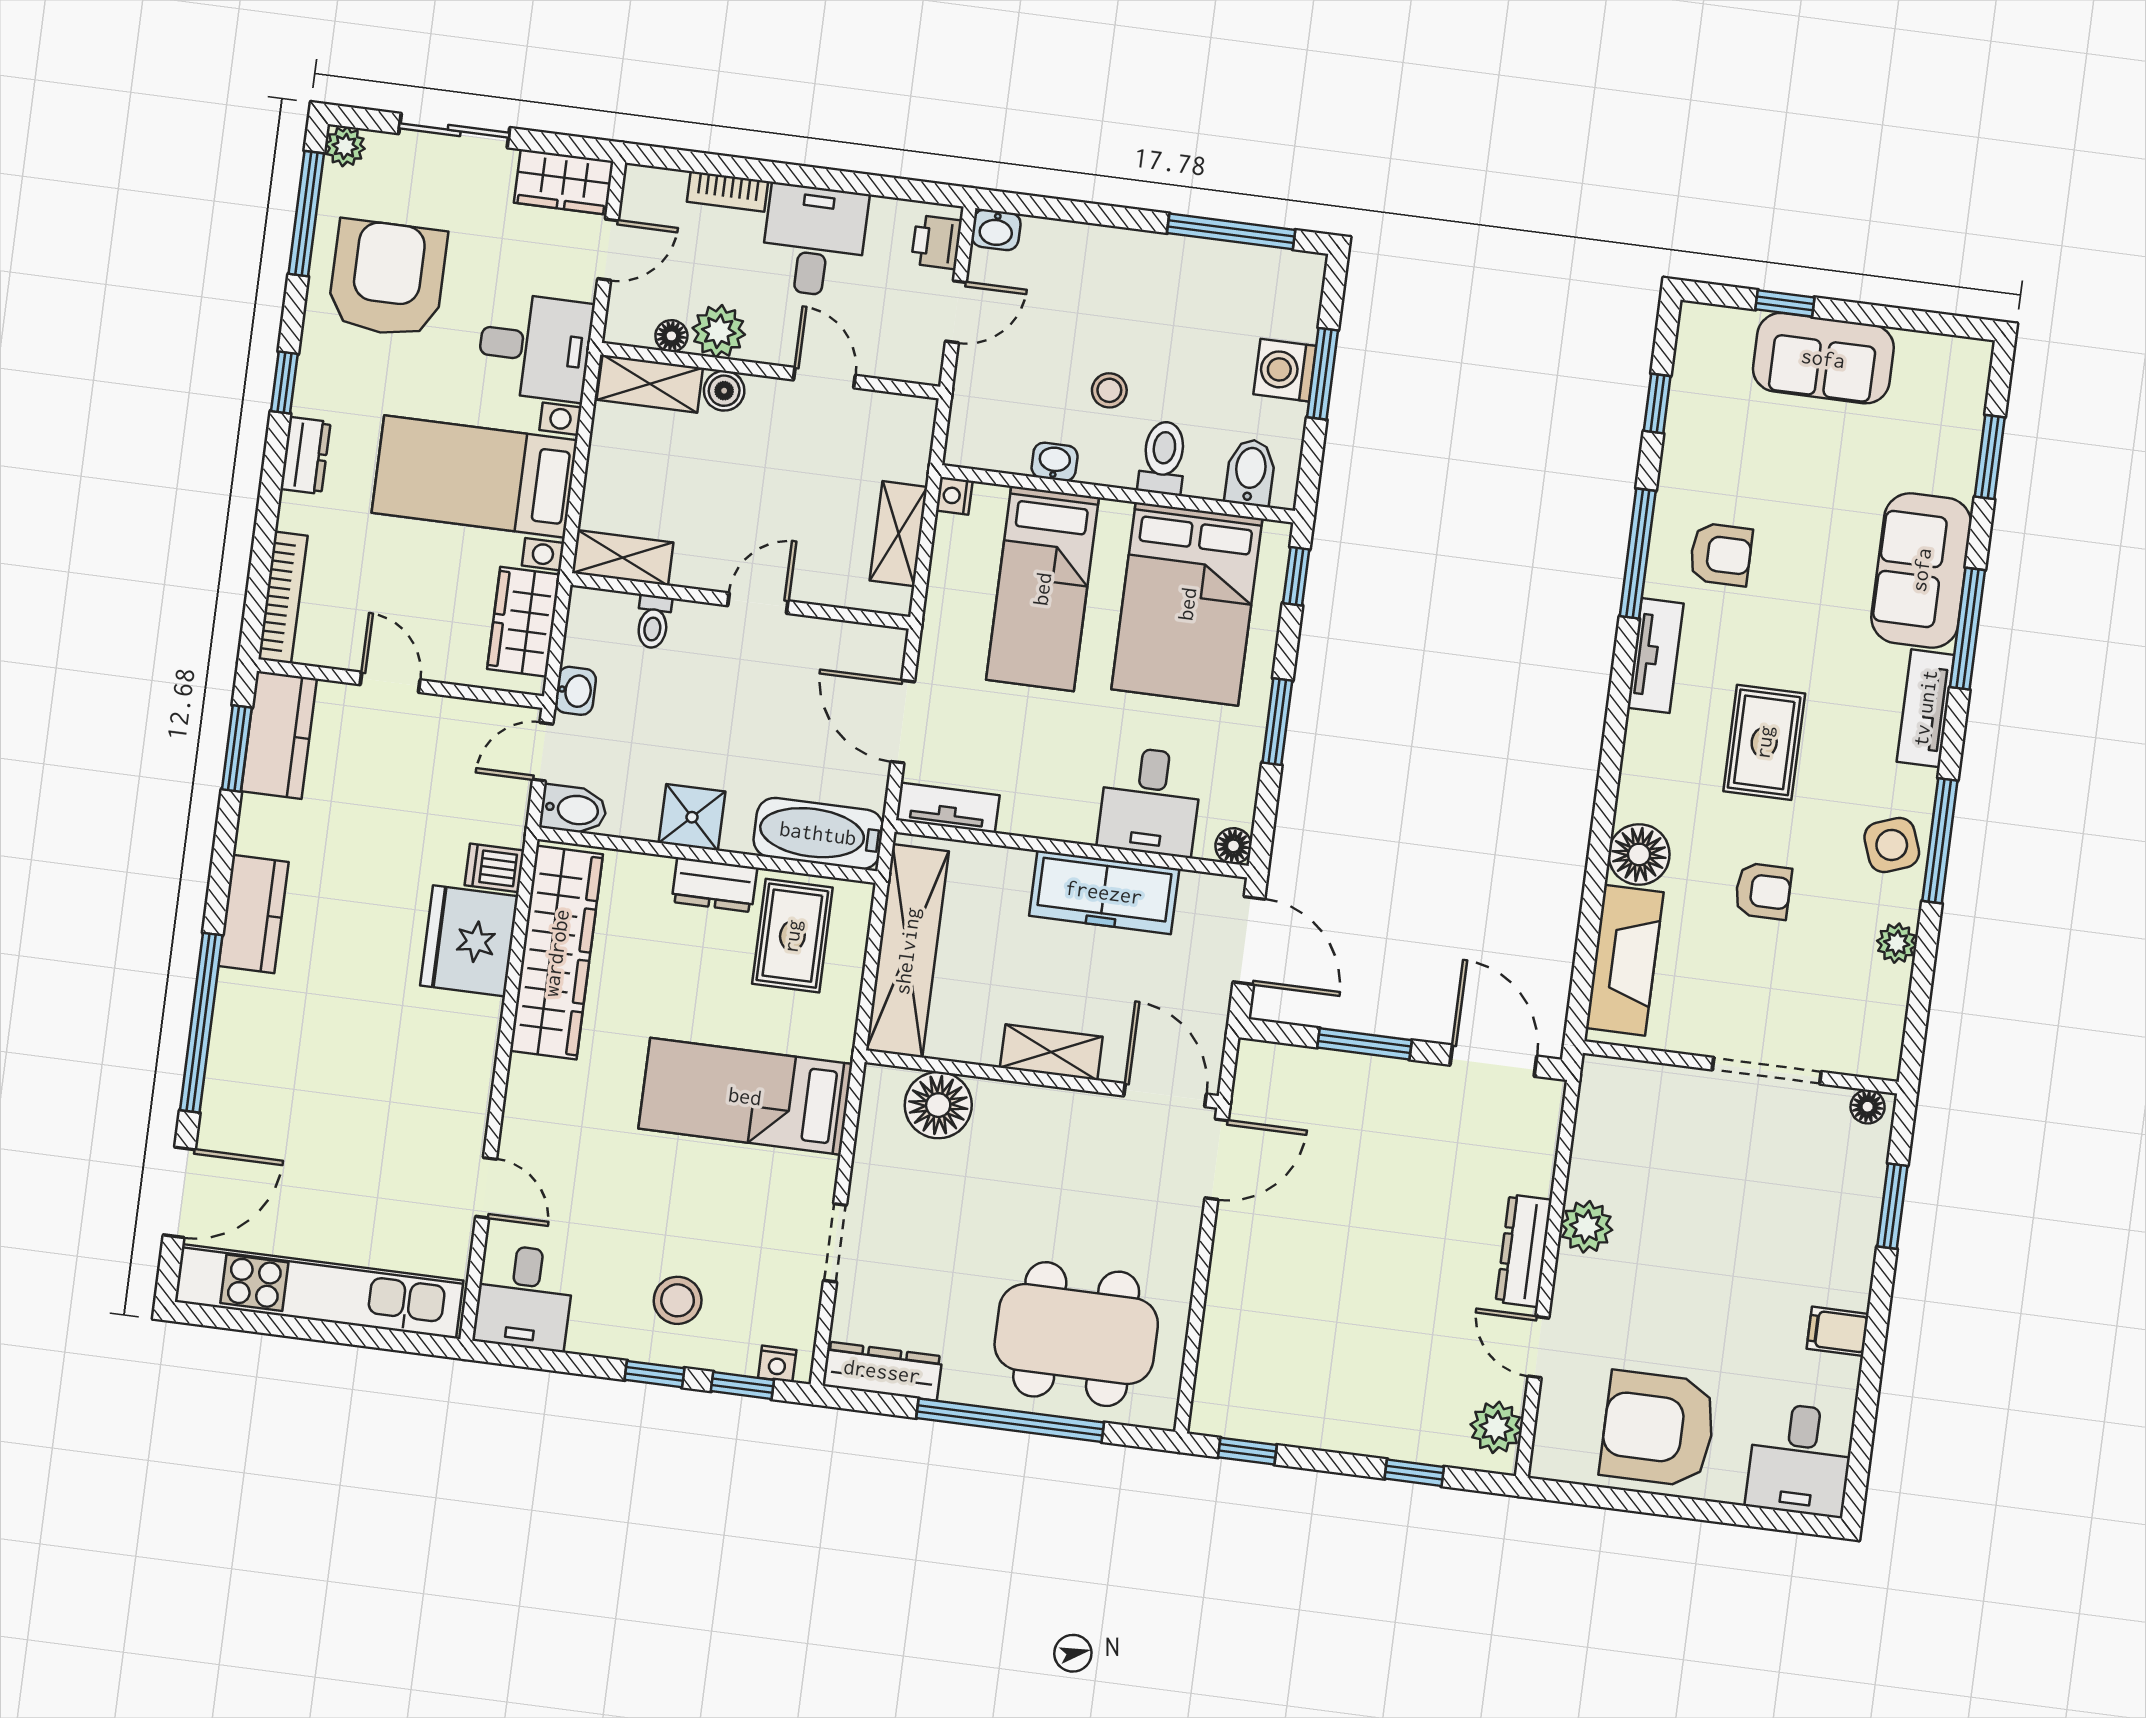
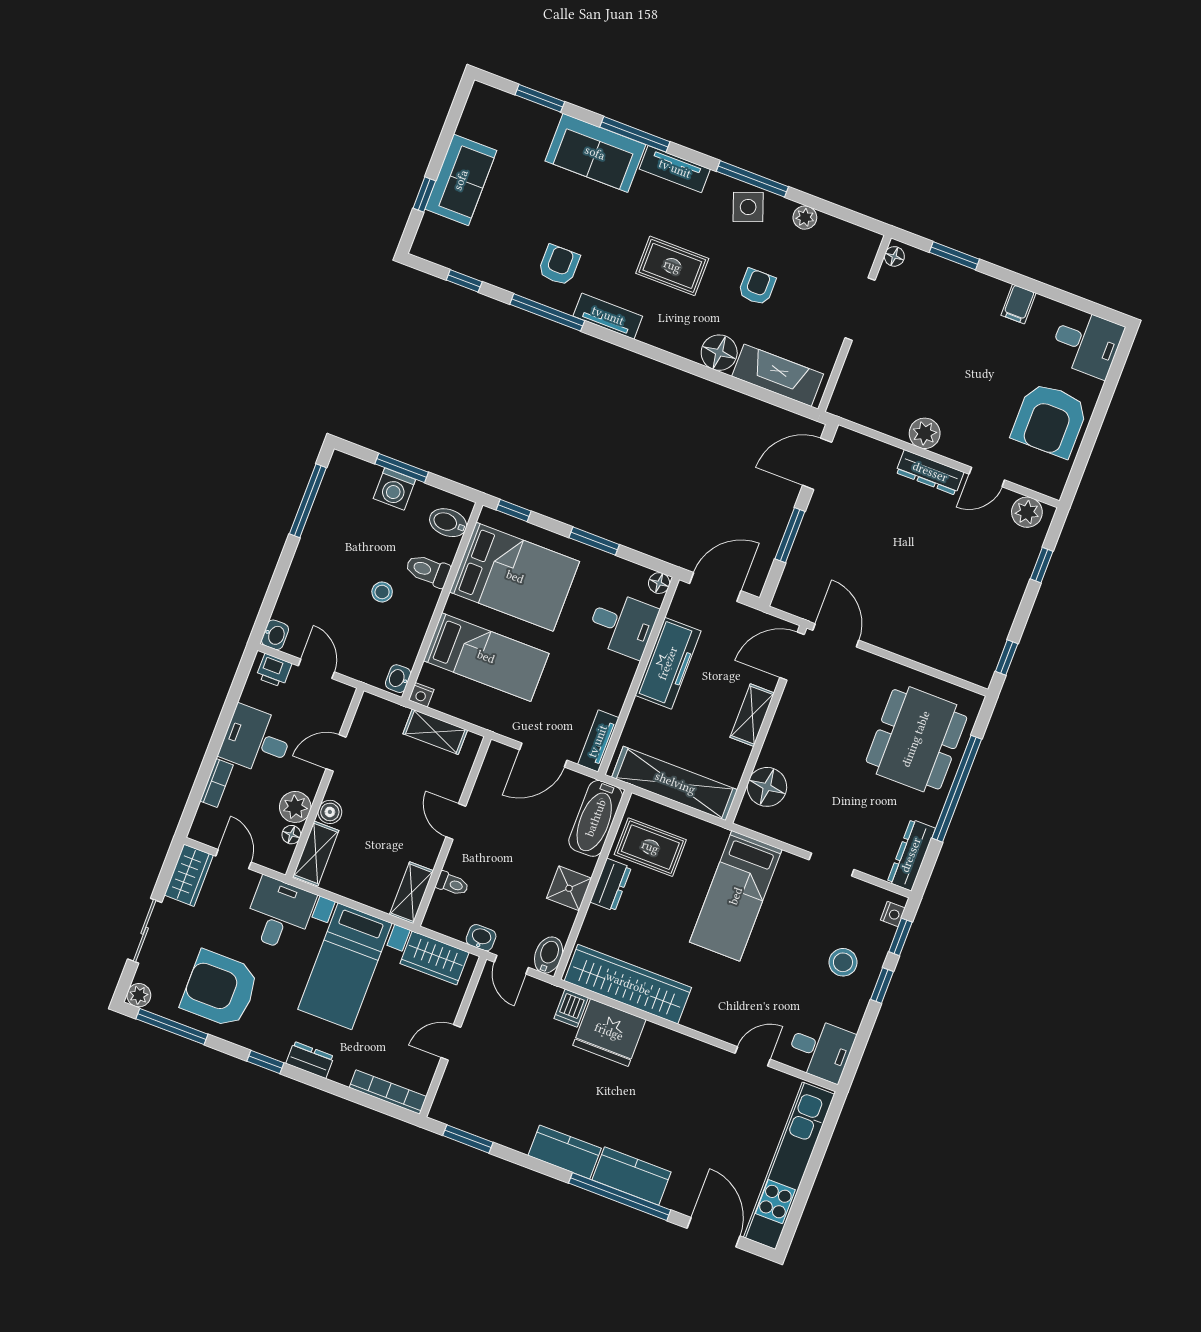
washbasin: (1055, 462) -> (398, 679), moved
kitchen counter: (279, 735) -> (632, 1176), moved

